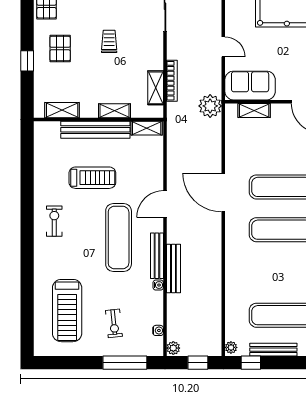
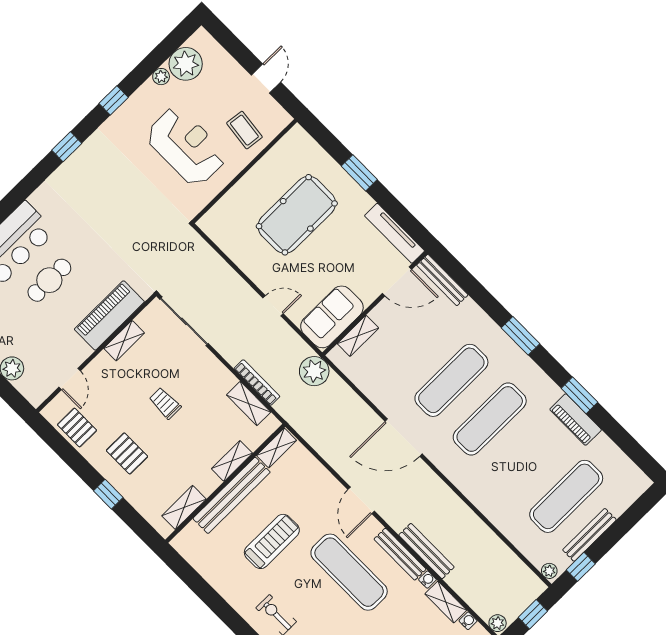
shelving: (156, 308) -> (446, 602), added

